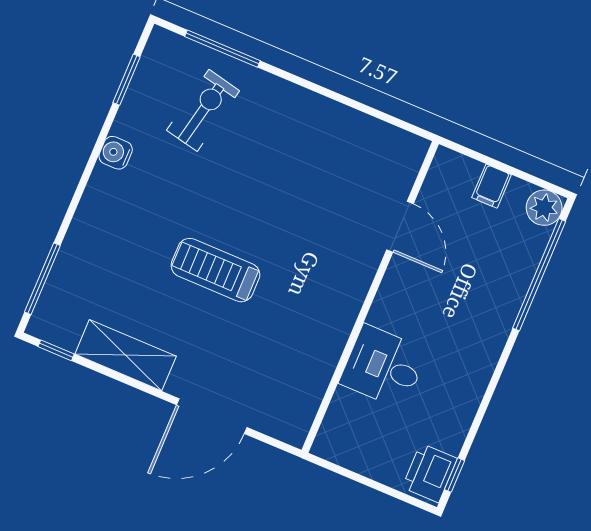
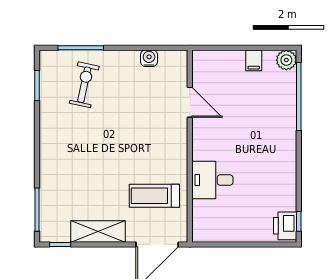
water cooler: (116, 153) -> (149, 58), moved, turned 90
door: (400, 227) -> (190, 102), moved
treadmill: (215, 270) -> (154, 196), moved
wall: (370, 297) -> (190, 146), moved
desk: (383, 367) -> (212, 180), moved

